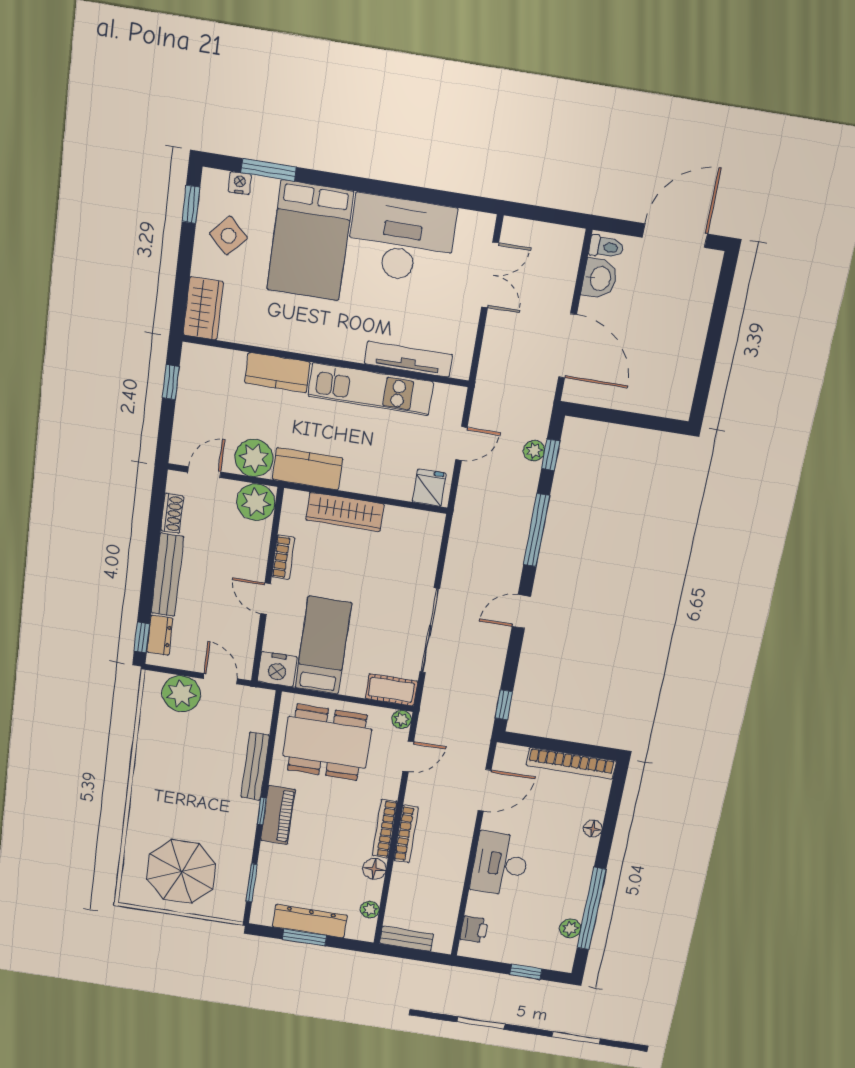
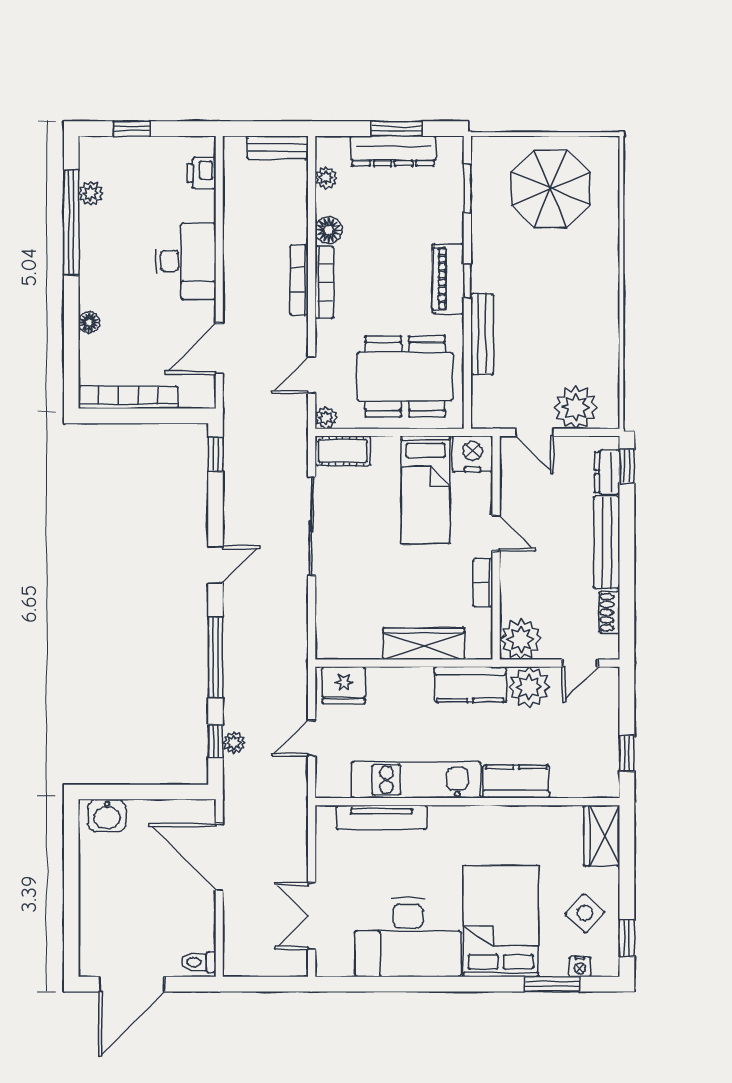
washbasin: (600, 278) -> (107, 816), moved, turned -90
fridge: (429, 488) -> (344, 685), width x1.38

